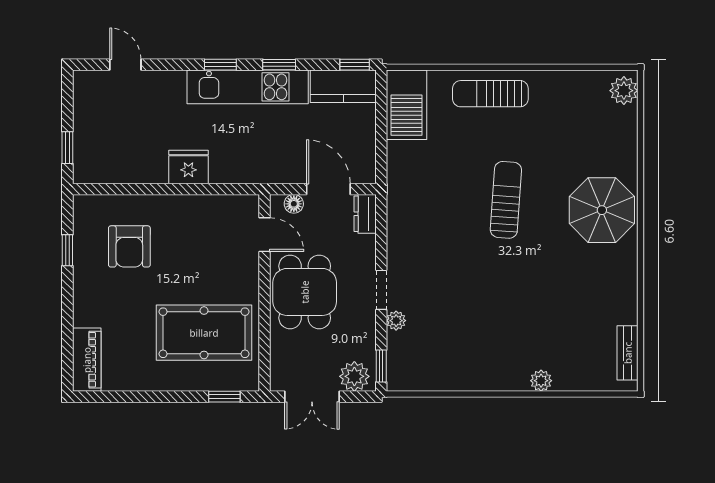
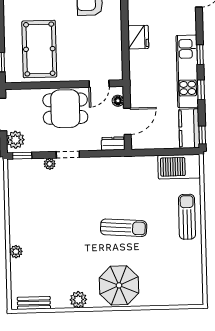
plant: (624, 91) -> (78, 300), moved

